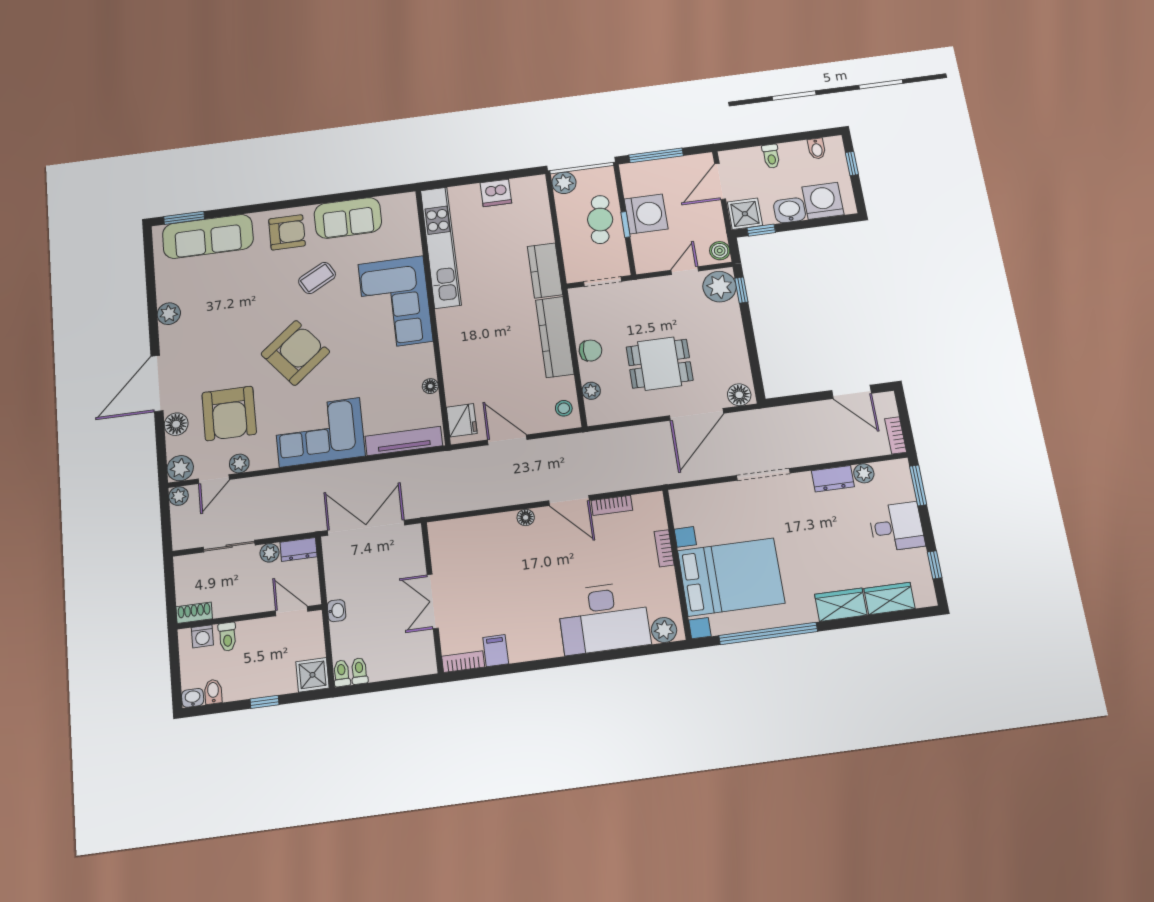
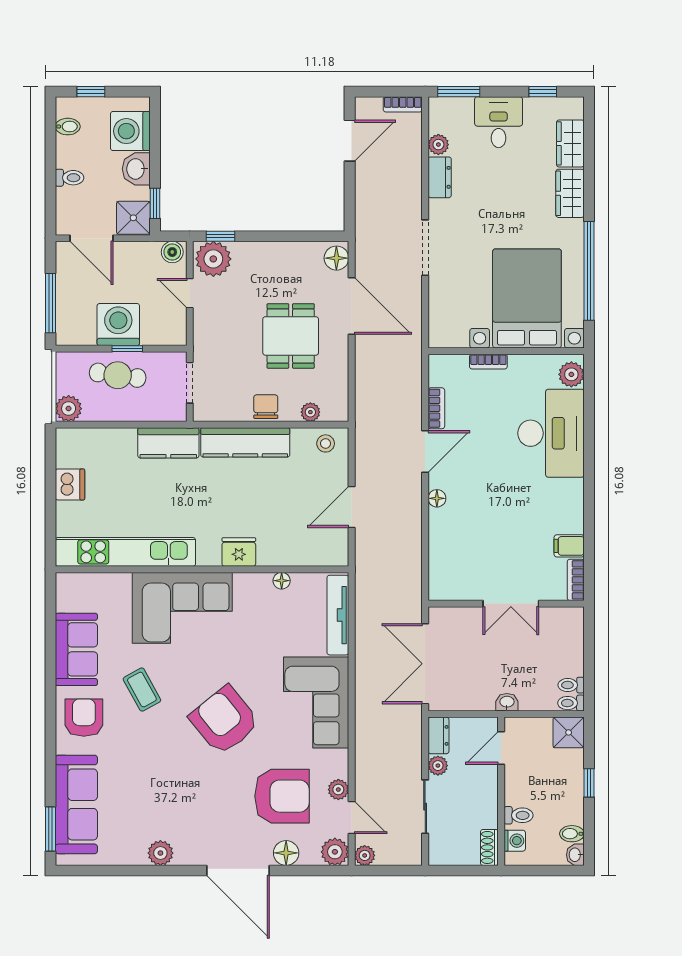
fridge: (462, 420) -> (239, 552), moved

